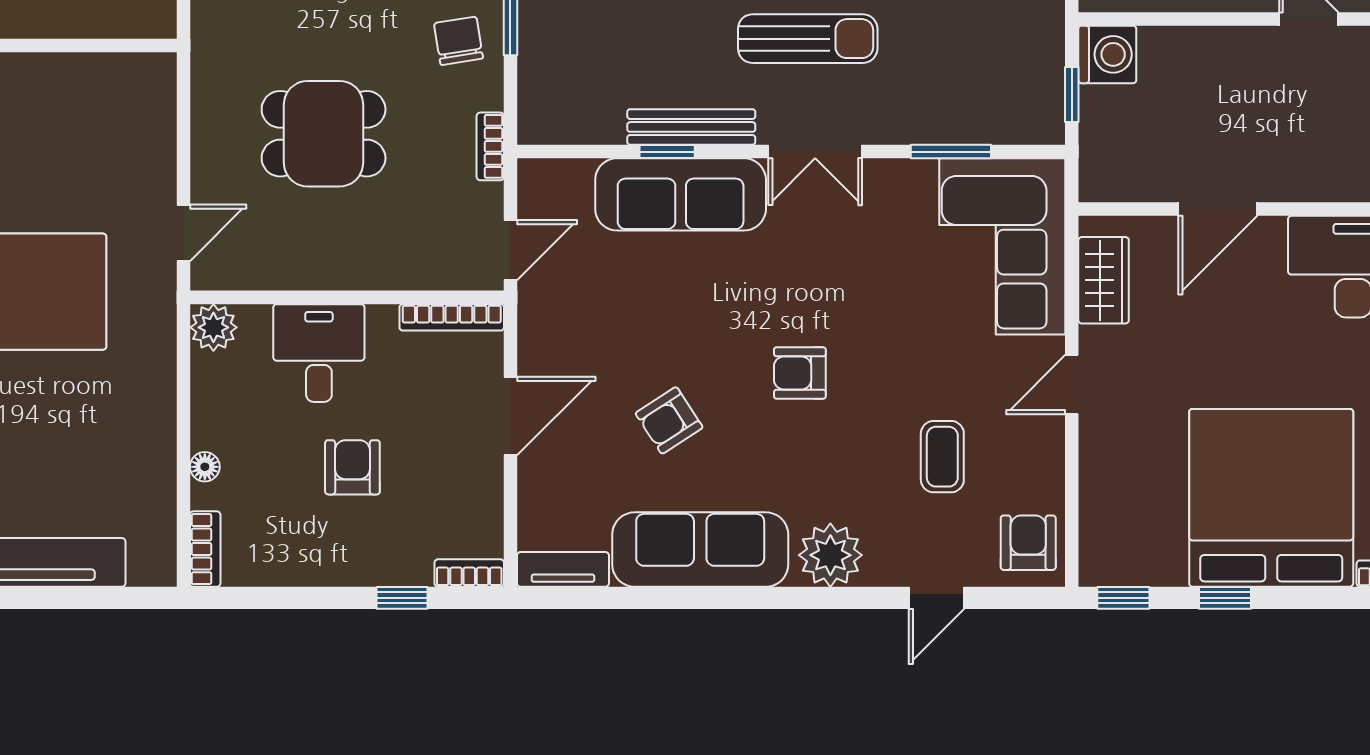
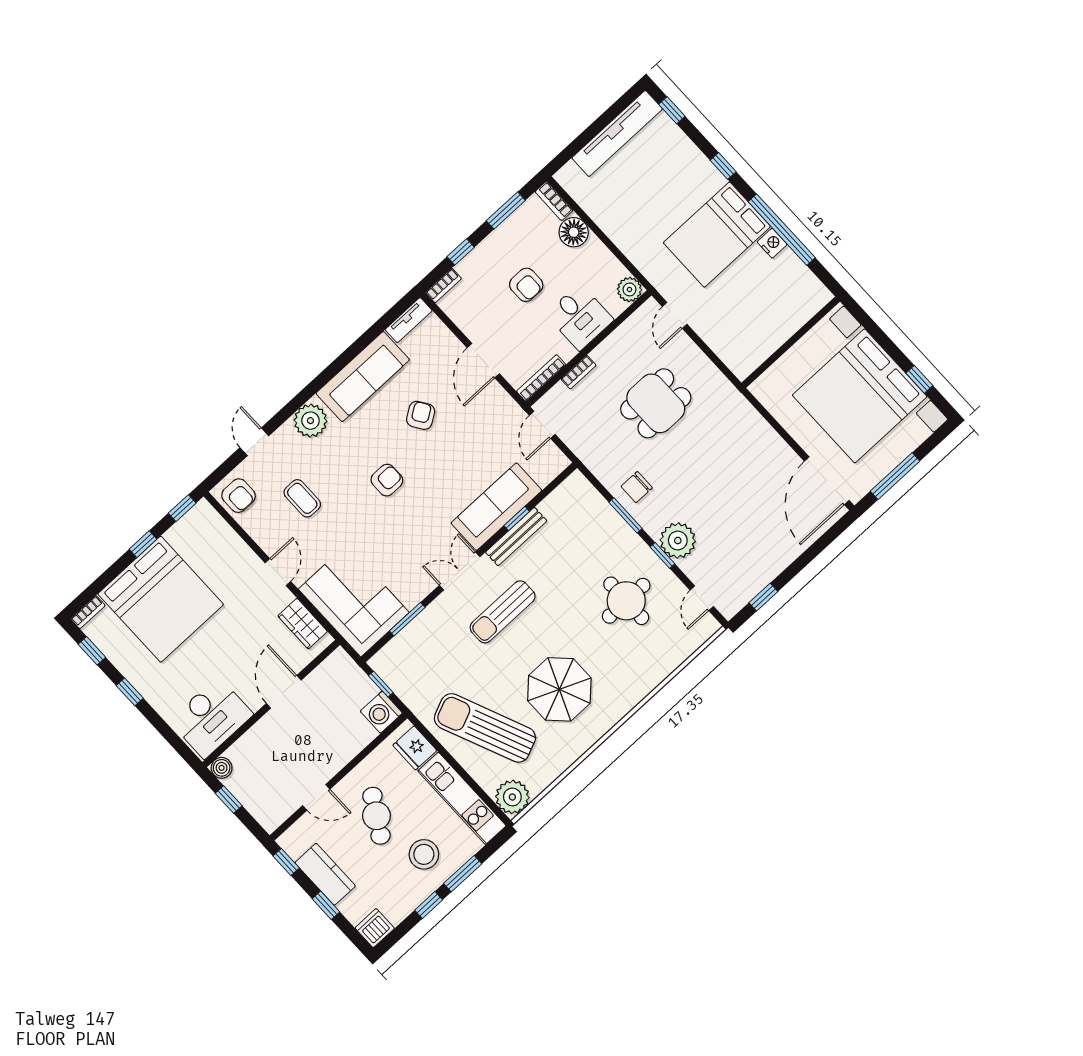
chair: (458, 41) -> (637, 487), turned 99
bookcase: (490, 146) -> (579, 372), moved, turned 90
floor lamp: (205, 467) -> (574, 232), width x1.89, depth x1.89
window: (285, 598) -> (506, 210), added

